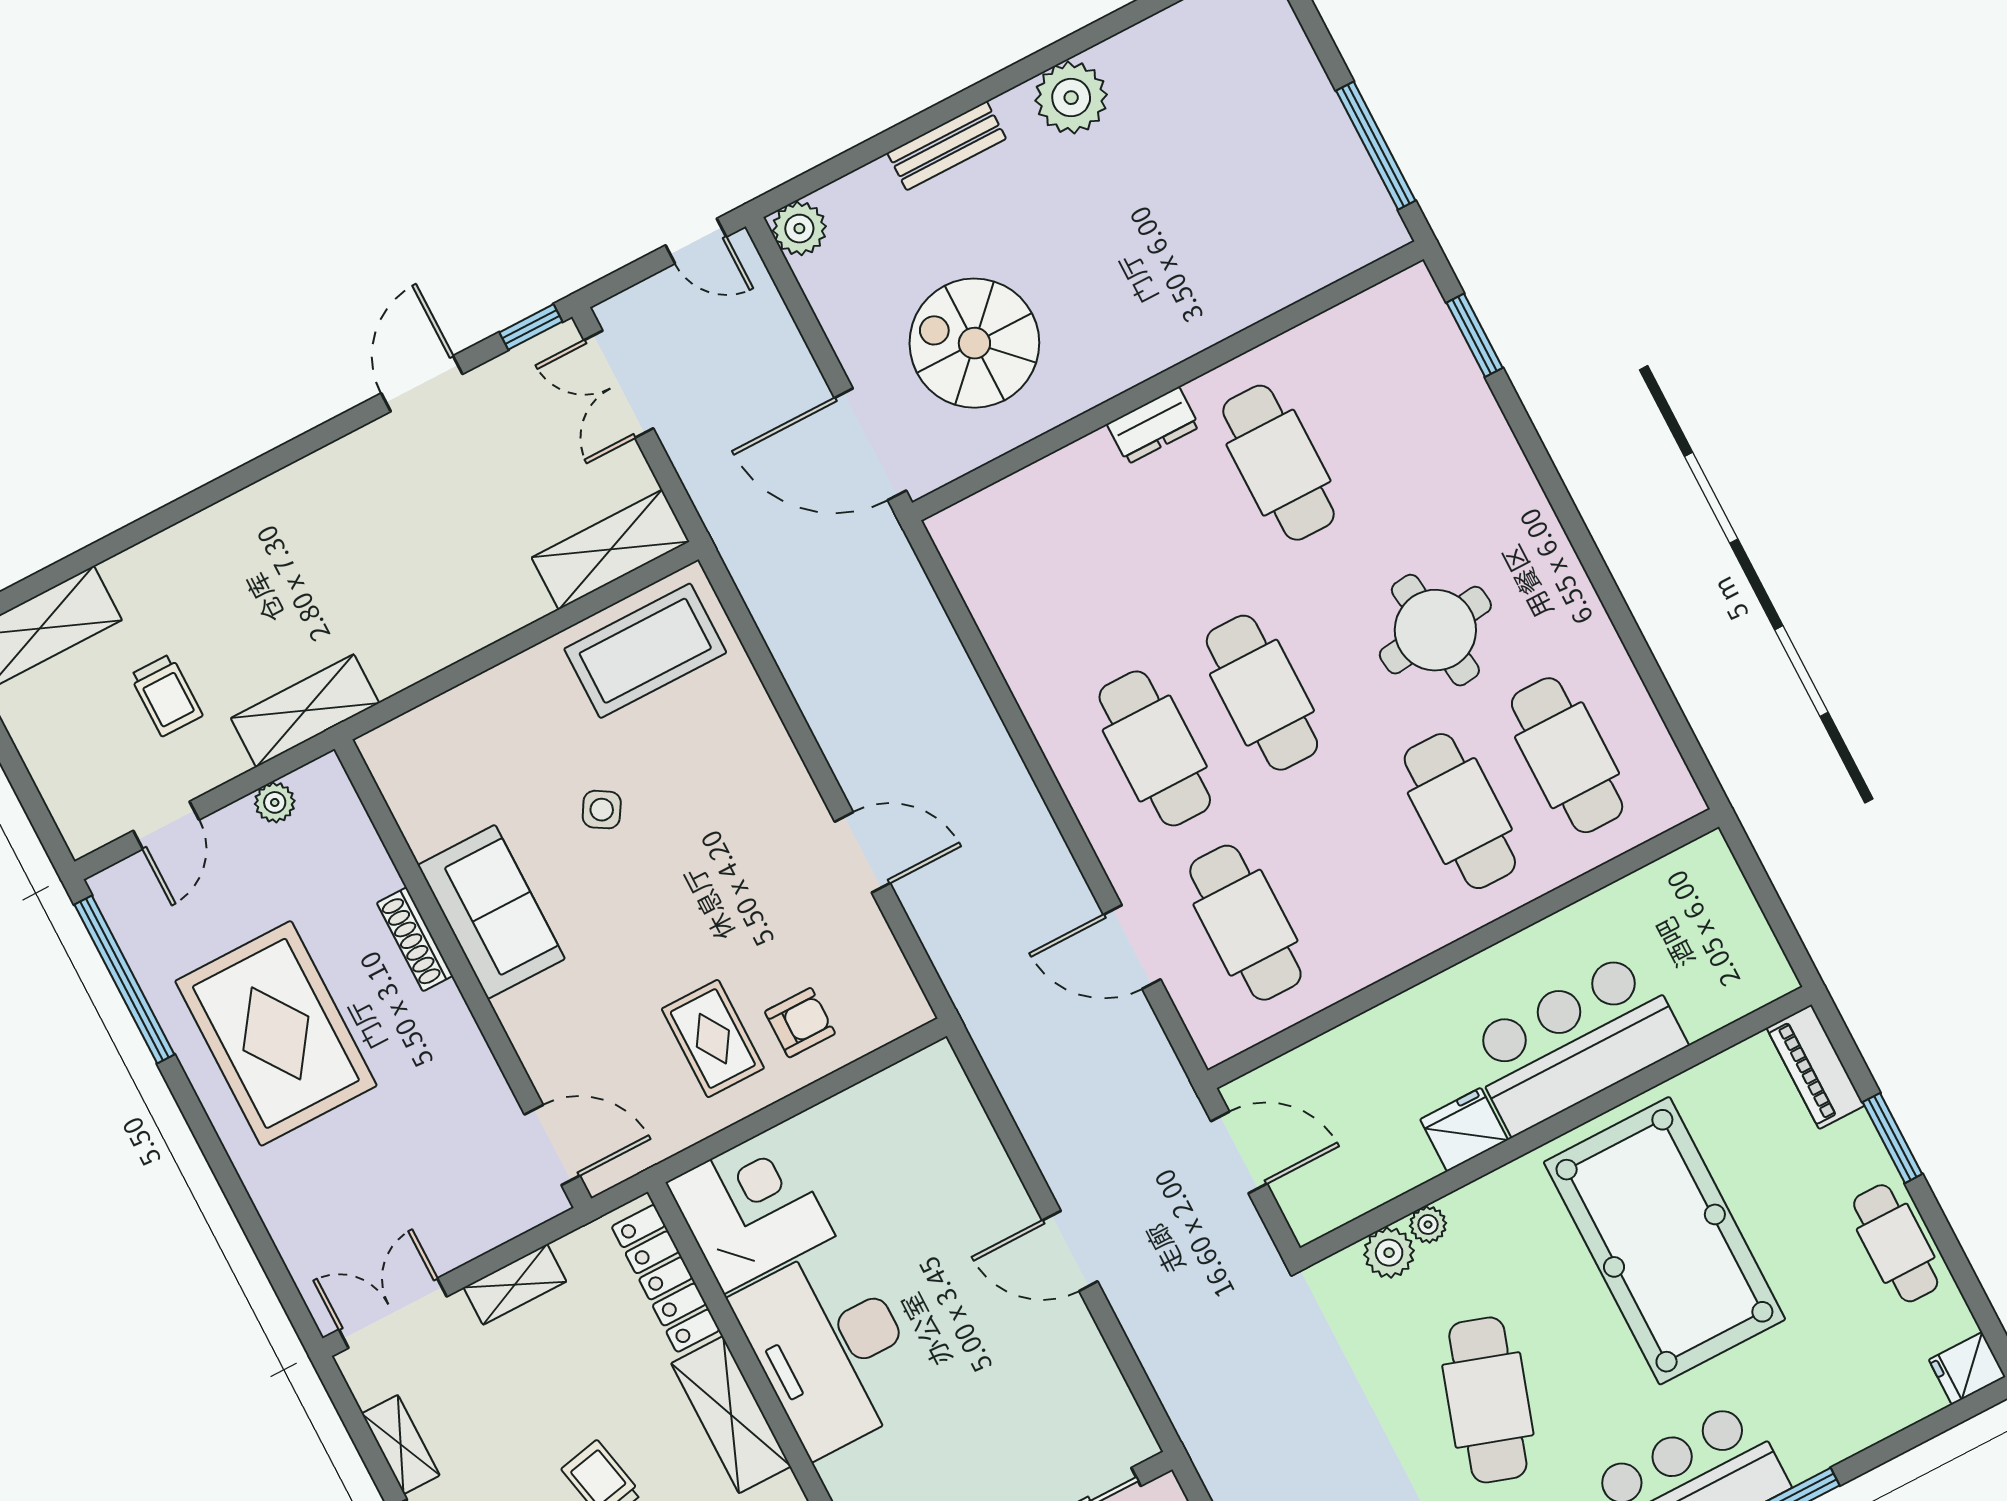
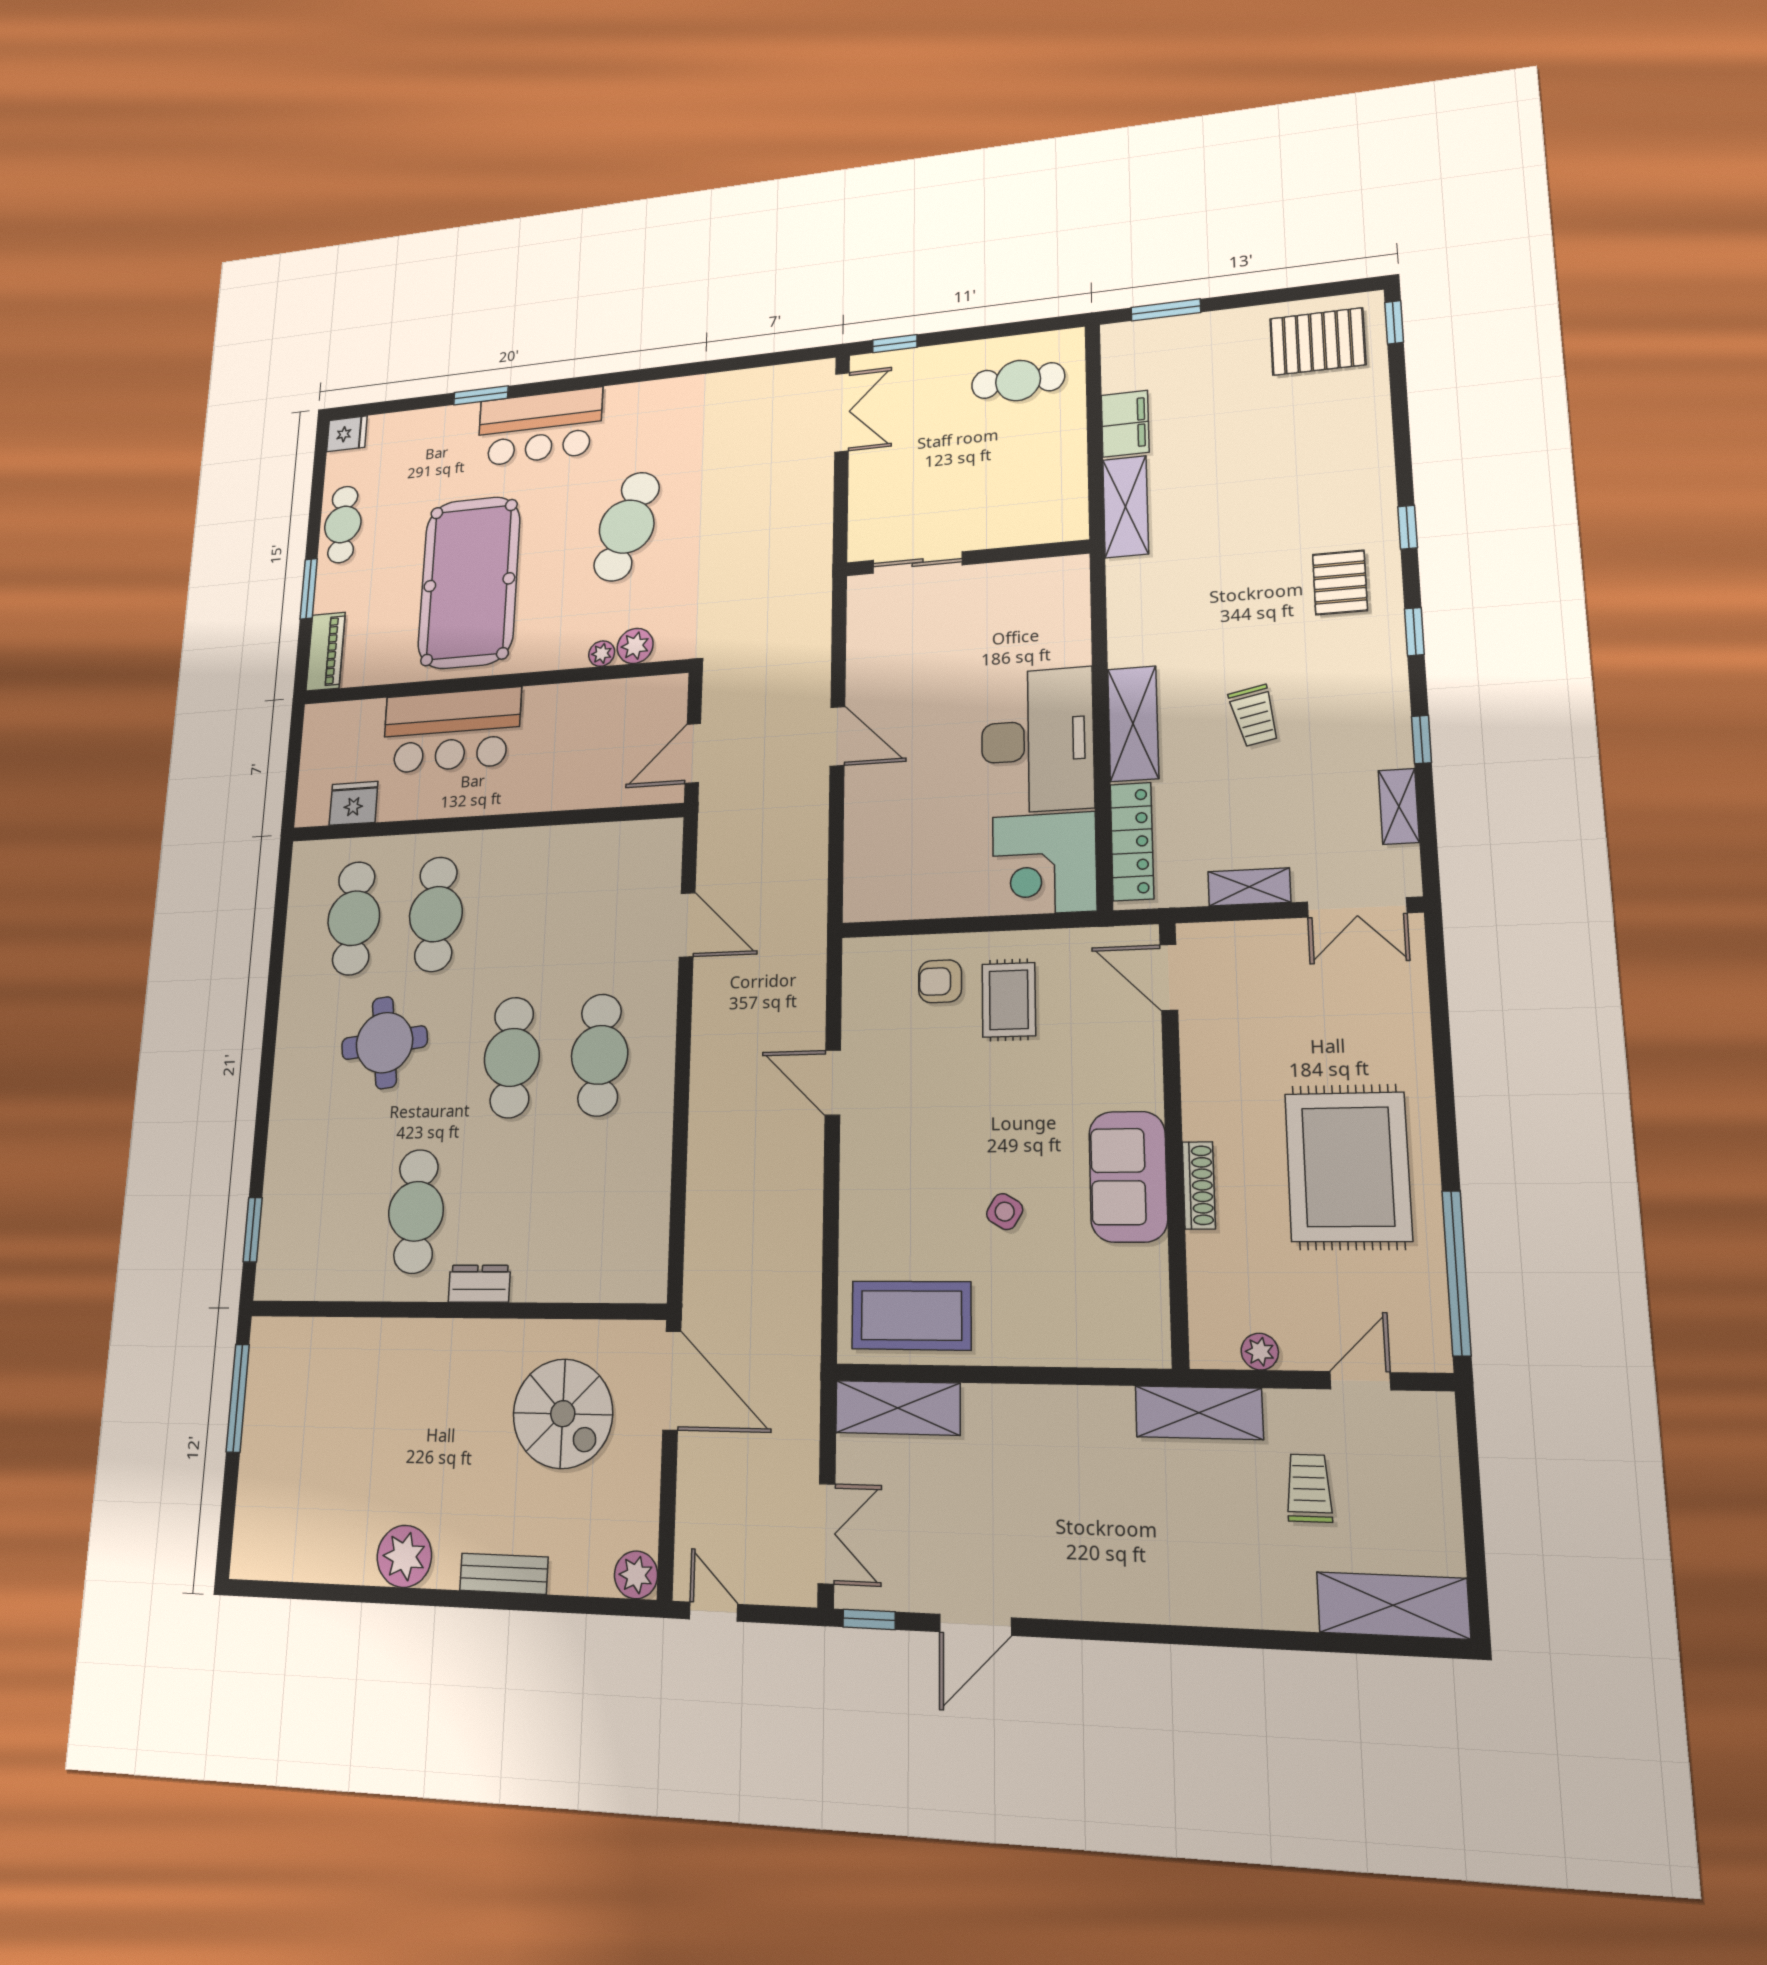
cafe table: (1245, 923) -> (606, 906), removed
fridge: (1464, 1130) -> (354, 803), moved, turned 180
door: (1239, 1152) -> (693, 753), hinge flipped

